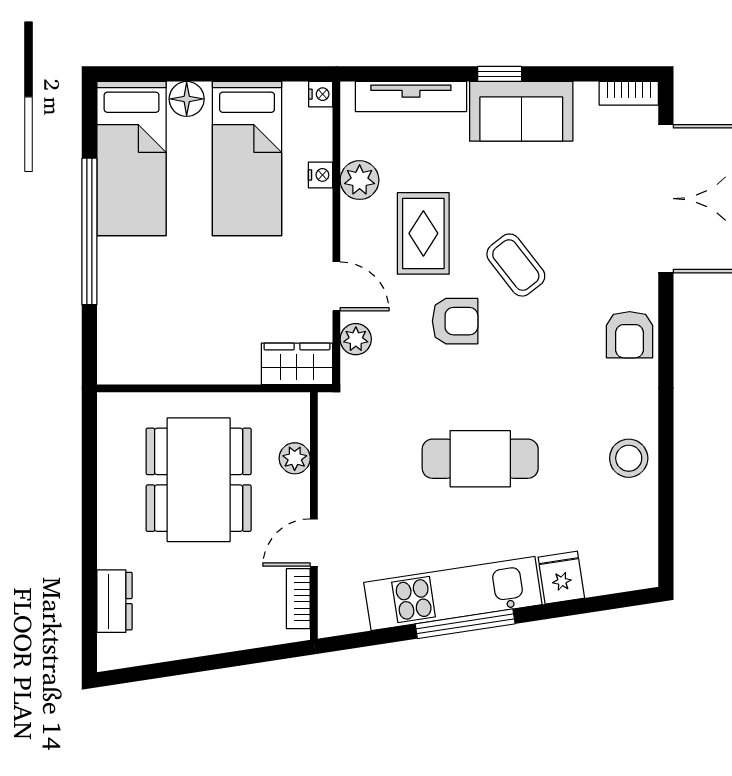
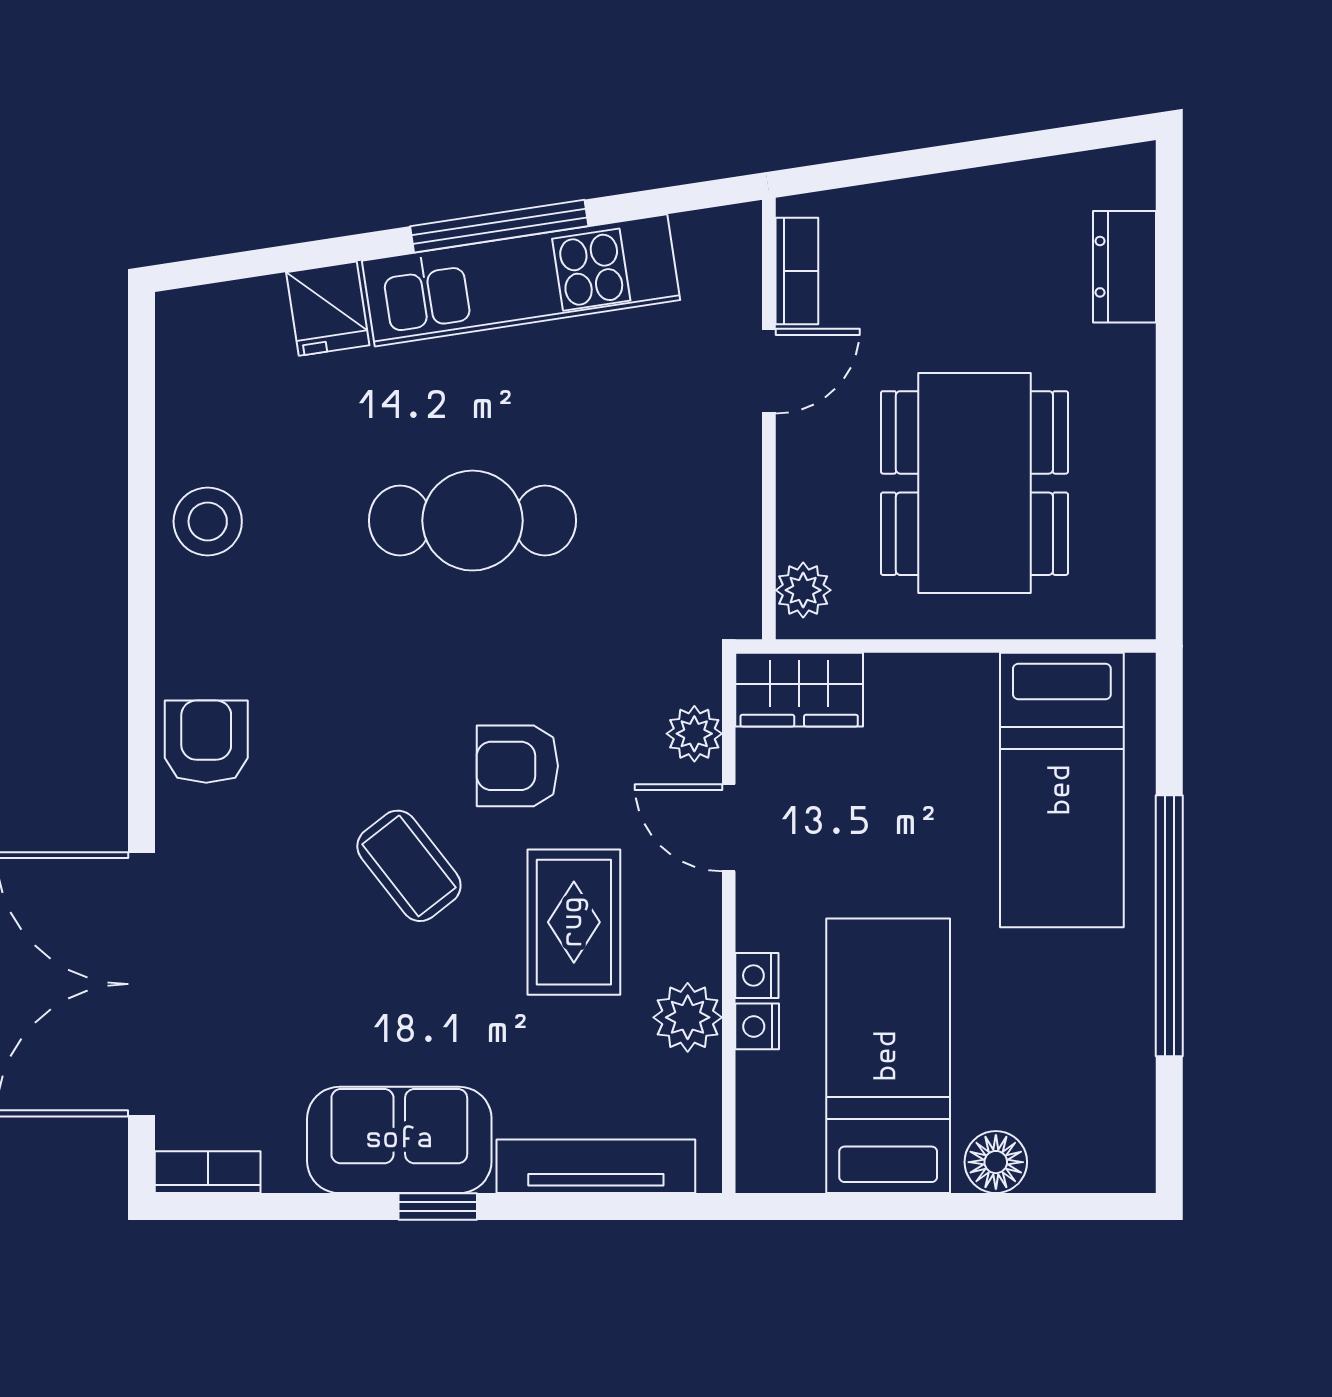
nightstand: (321, 94) -> (757, 975), moved
bed: (132, 158) -> (1062, 790), moved, turned 180
plant: (295, 458) -> (803, 590), moved

